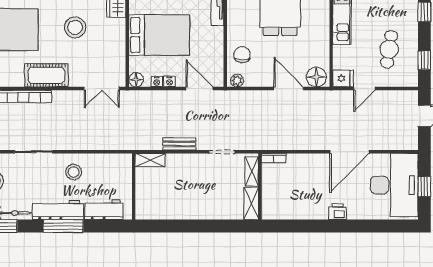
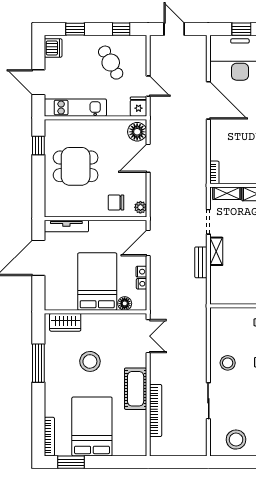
cafe table: (389, 49) -> (111, 63), turned 52
floor lamp: (136, 80) -> (125, 303), moved
shelving: (150, 160) -> (216, 251), moved

